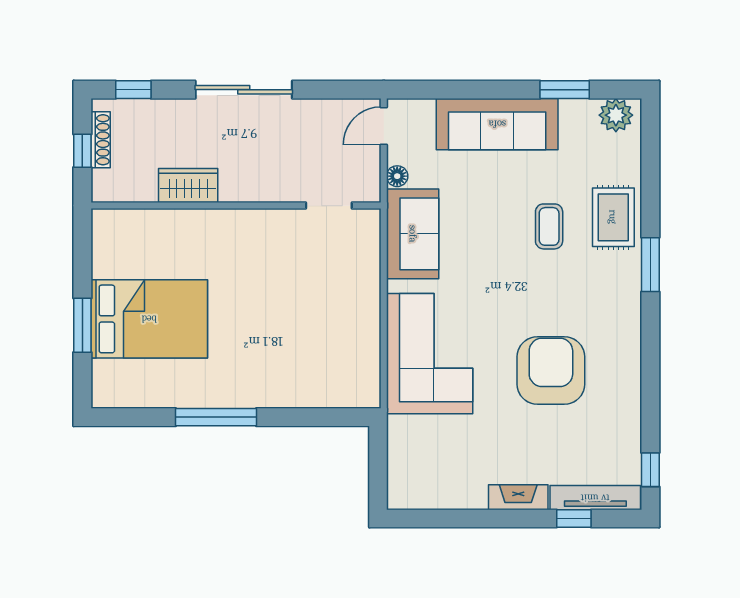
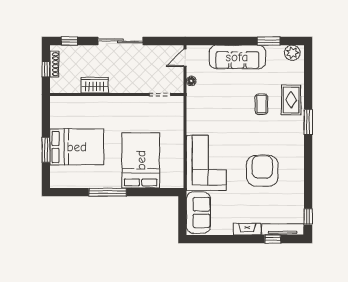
sofa: (413, 234) -> (198, 213), moved
bed: (288, 348) -> (141, 160), added

